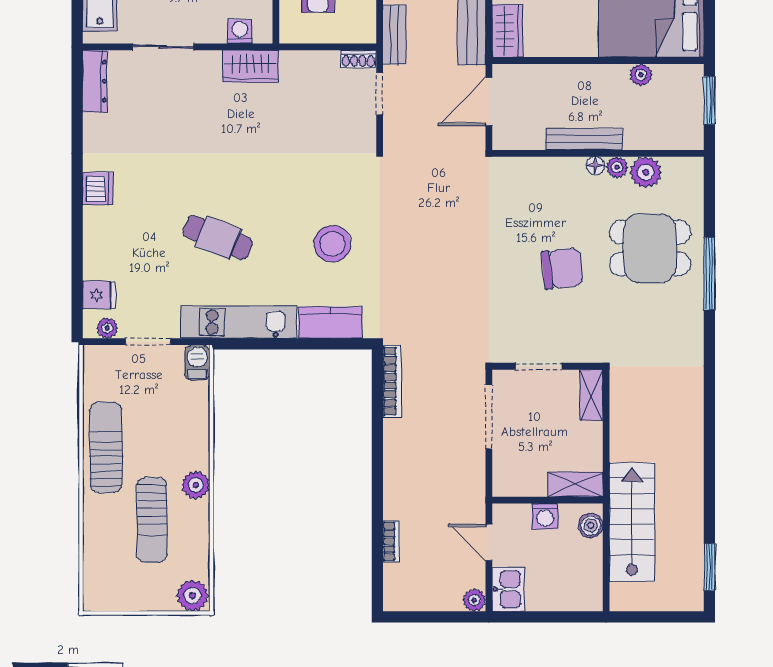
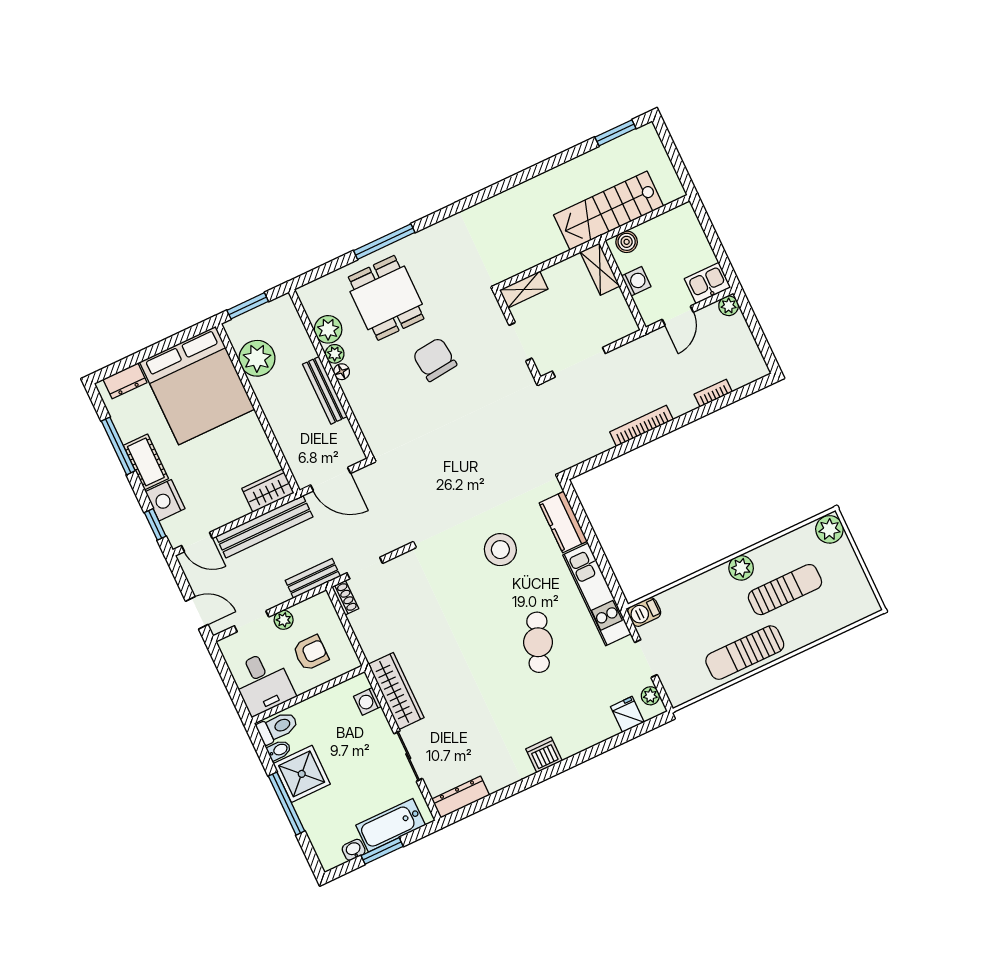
wardrobe: (250, 66) -> (396, 691), width x1.50
plant: (641, 75) -> (257, 358), width x1.87, depth x1.87
bookcase: (392, 381) -> (641, 426), moved

